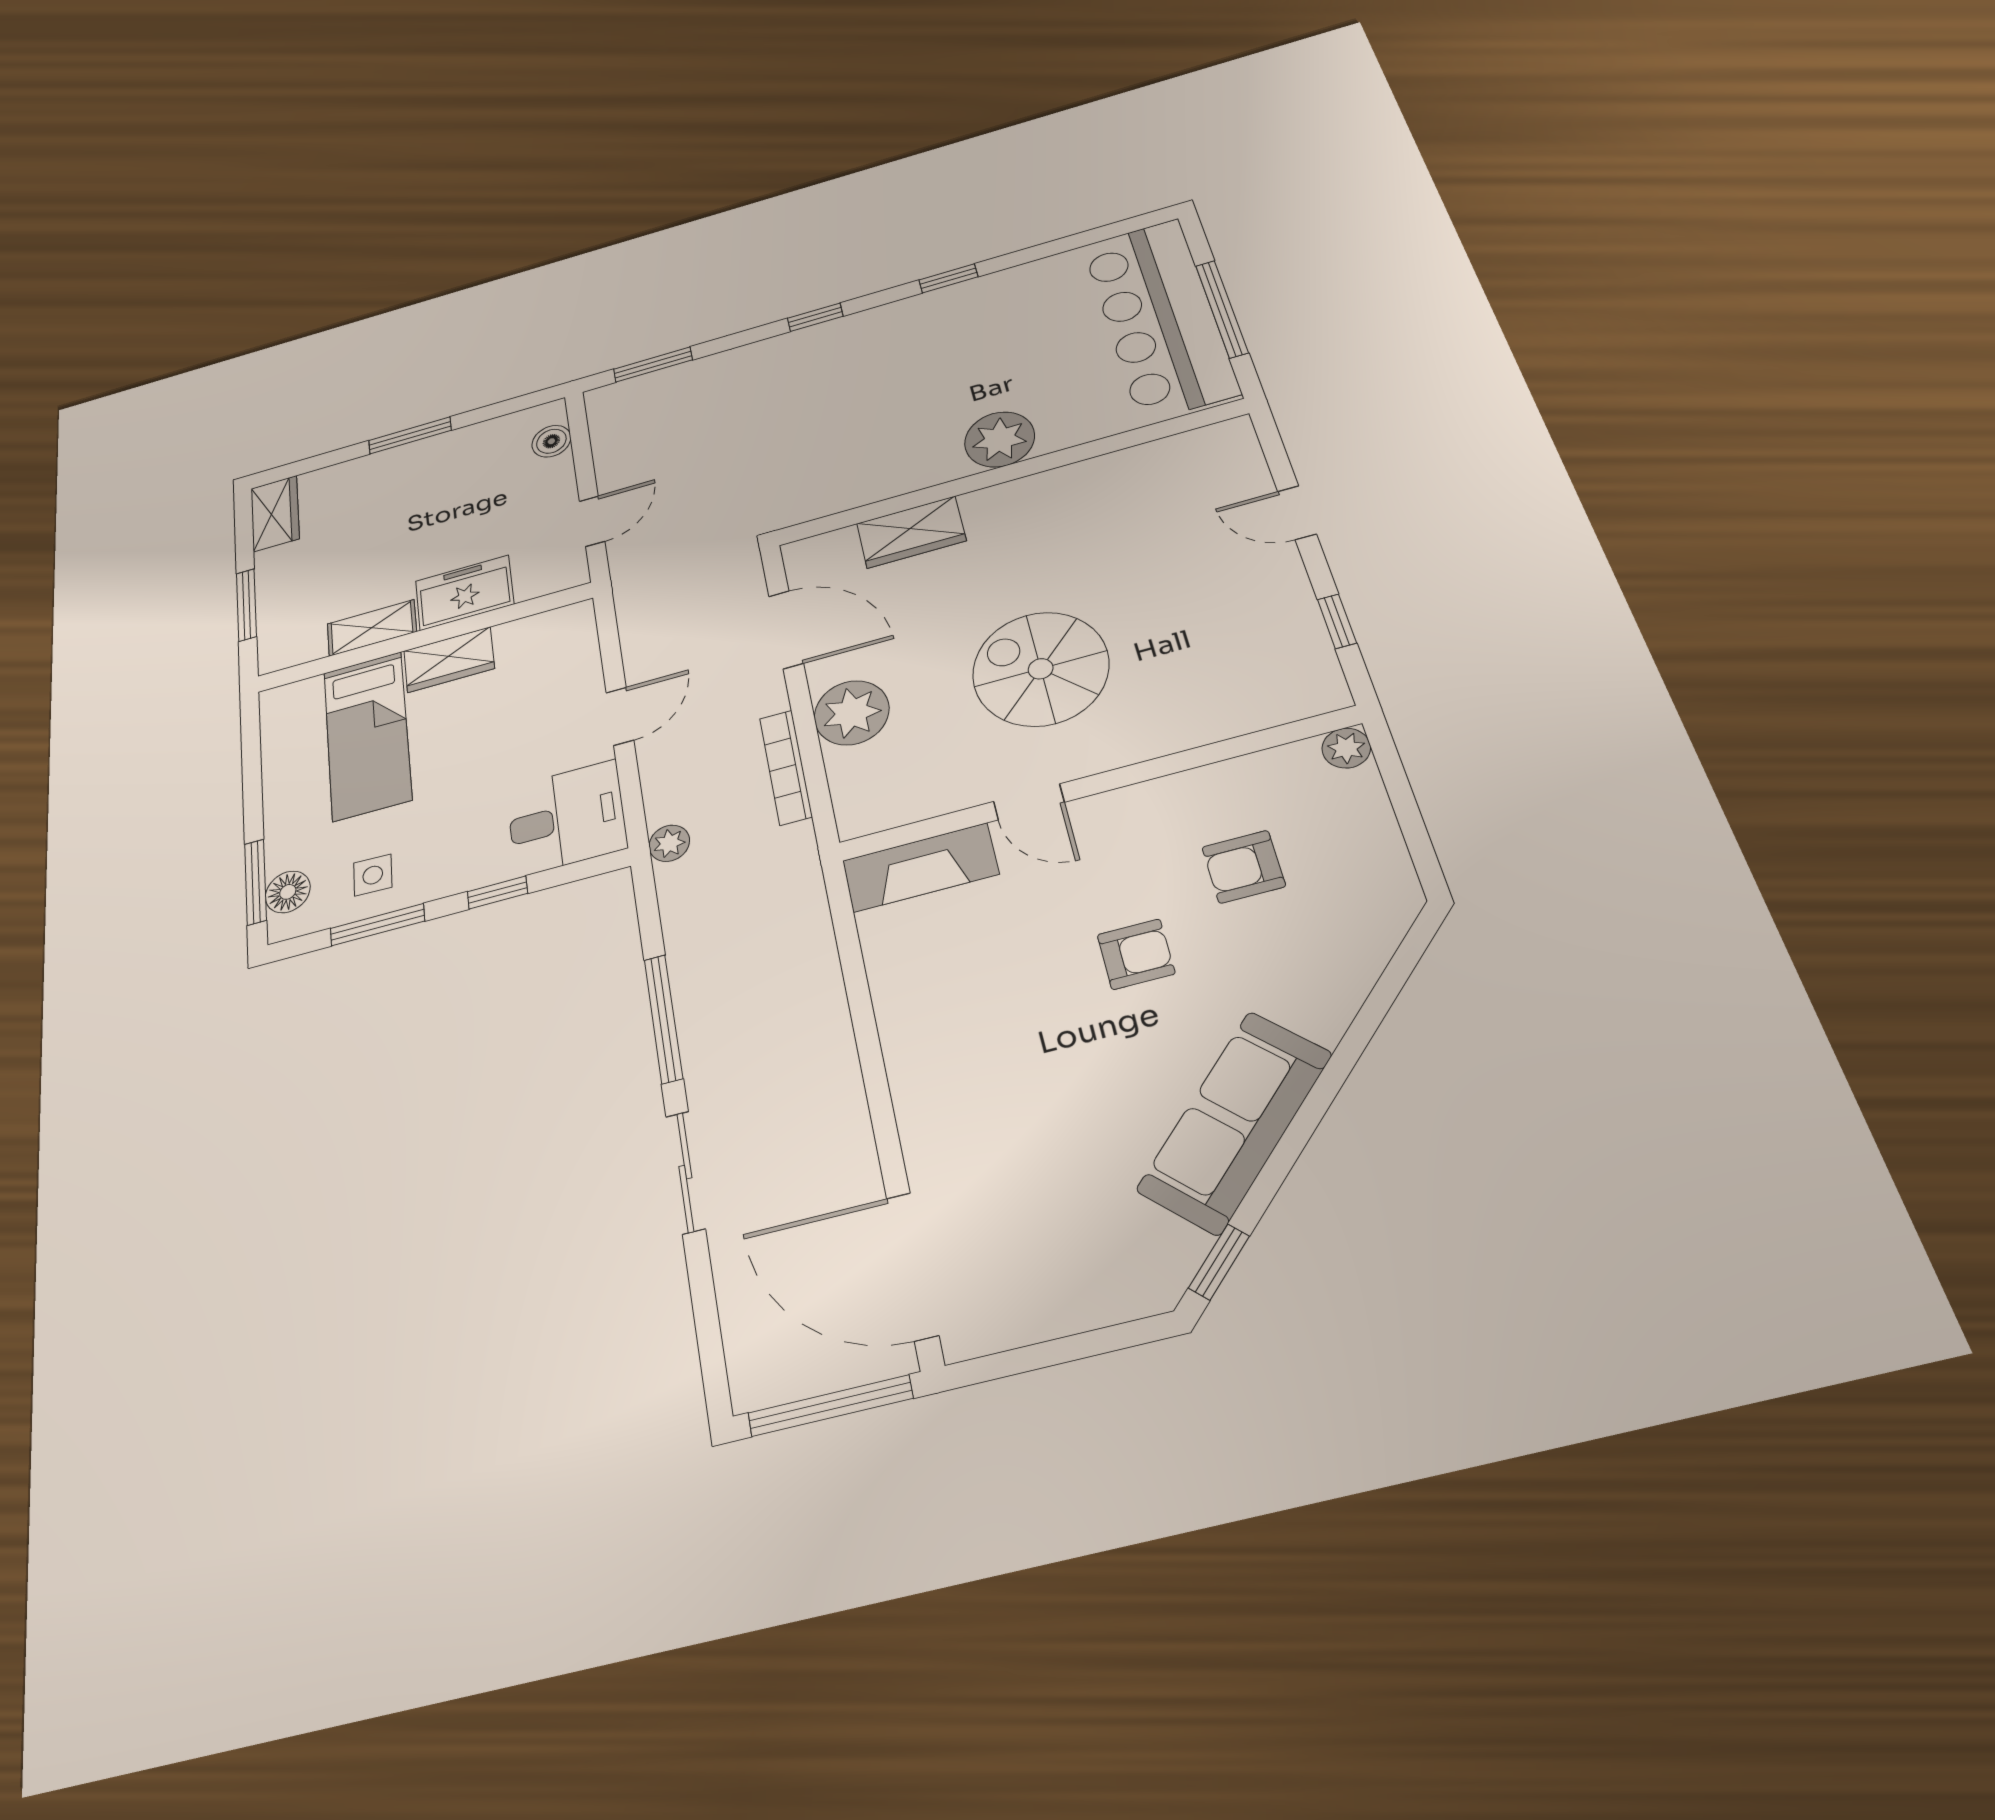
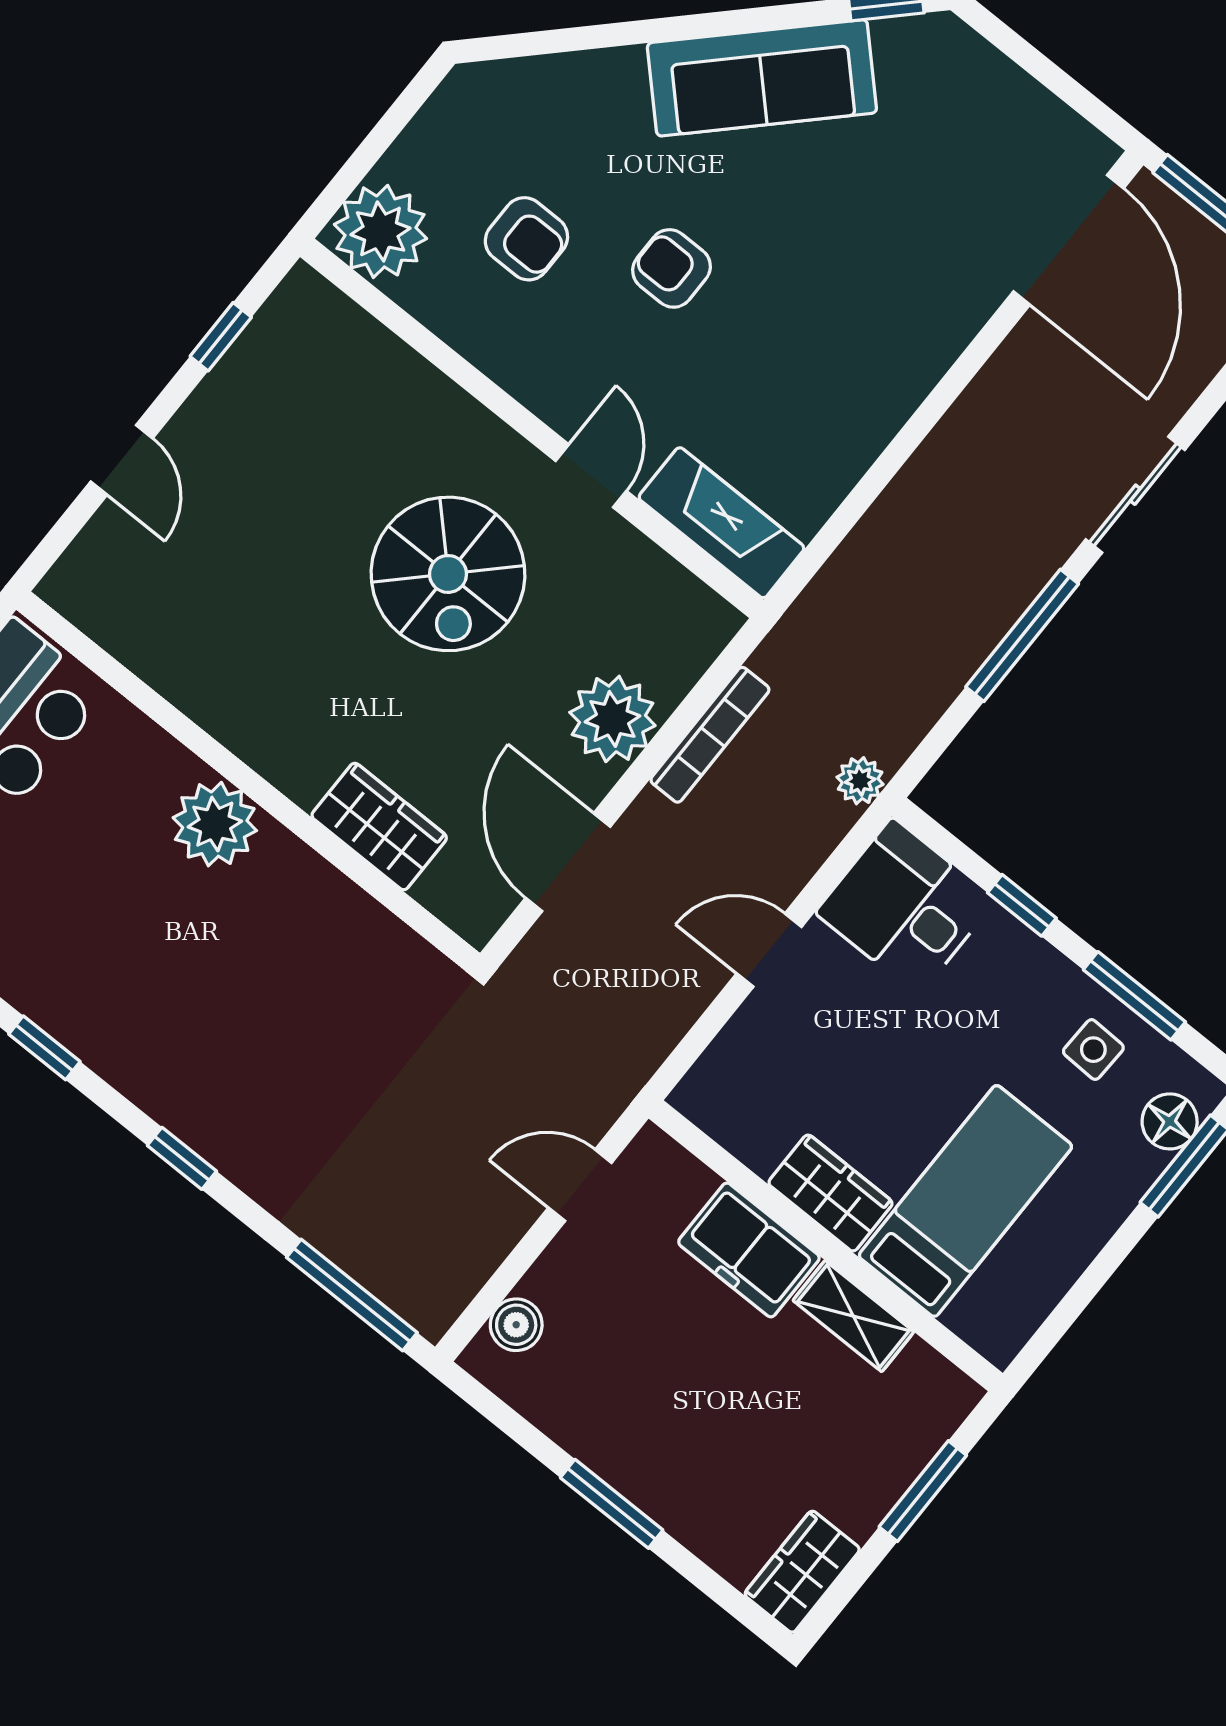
window: (653, 365) -> (352, 1295), width x1.44
plant: (1346, 748) -> (381, 231), width x1.88, depth x1.88

